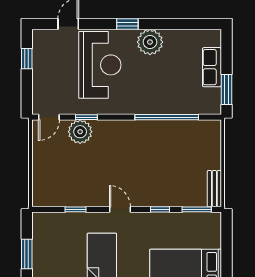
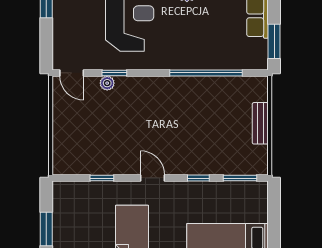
door: (49, 117) -> (72, 73), hinge flipped
plant: (80, 132) -> (107, 83), width x0.53, depth x0.53
bench: (214, 189) -> (260, 123), moved

